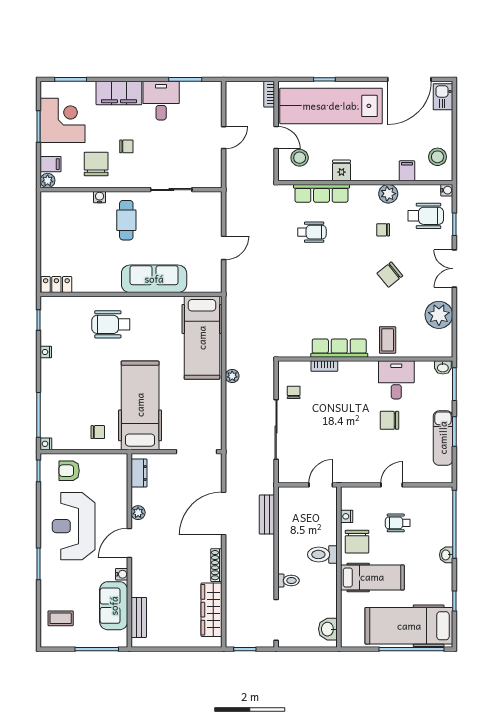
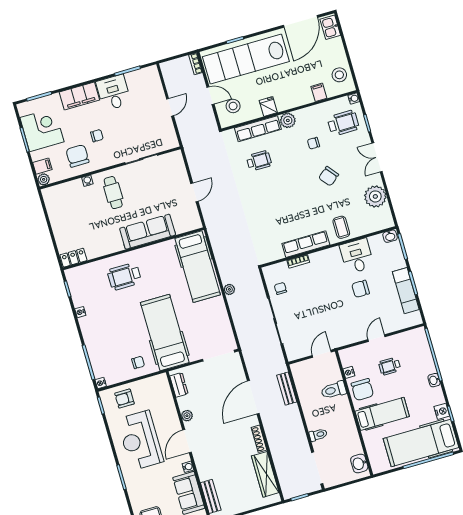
plant: (388, 194) -> (288, 120), moved
toilet: (322, 554) -> (334, 390), moved
nightstand: (445, 595) -> (442, 411), added

